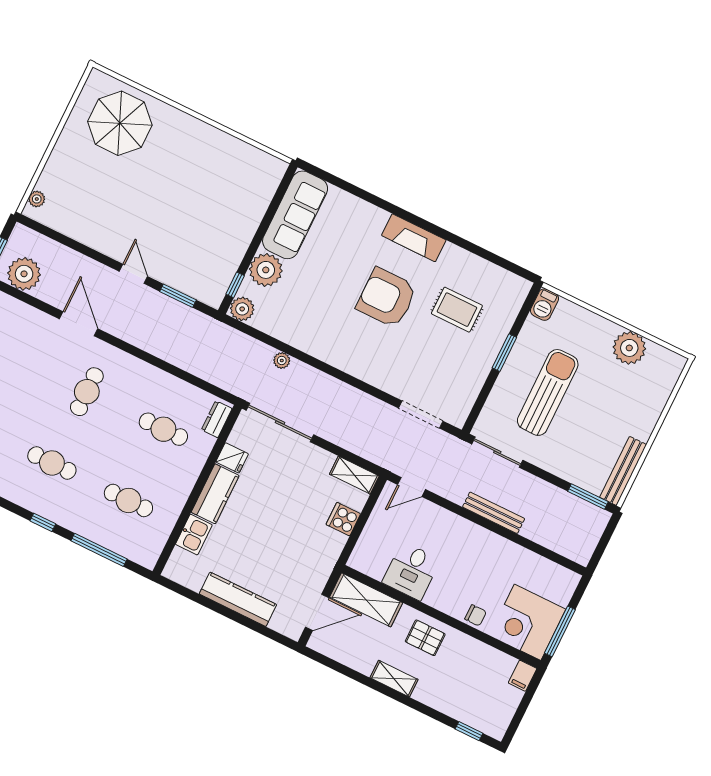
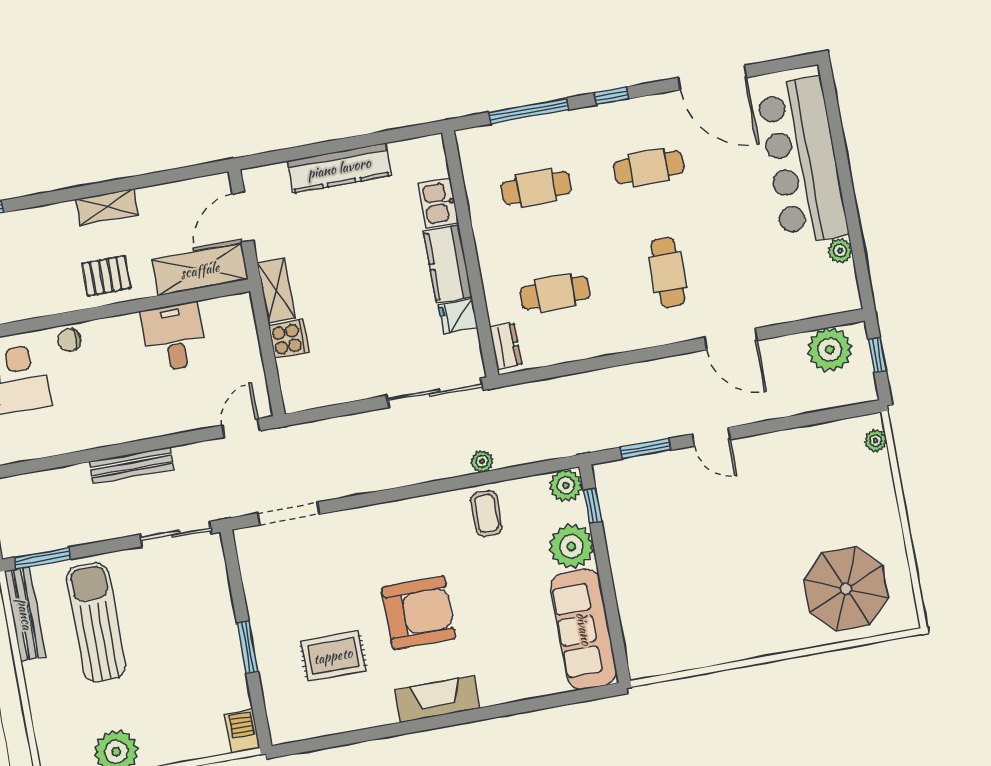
coffee table: (302, 327) -> (486, 513), added
sun lounger: (548, 392) -> (96, 622), moved, turned 180
shelving: (354, 475) -> (276, 291), moved, turned 90

